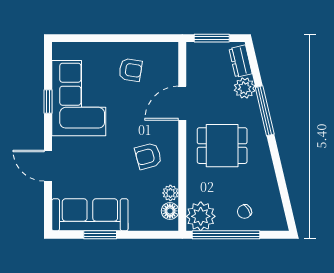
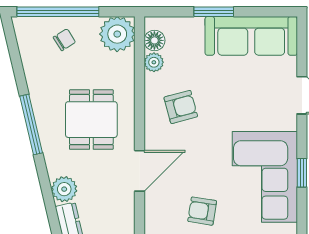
window: (265, 111) -> (31, 125), moved
dining table: (222, 146) -> (91, 120), turned 90
window: (100, 235) -> (214, 12), moved
window: (226, 235) -> (58, 12), moved

